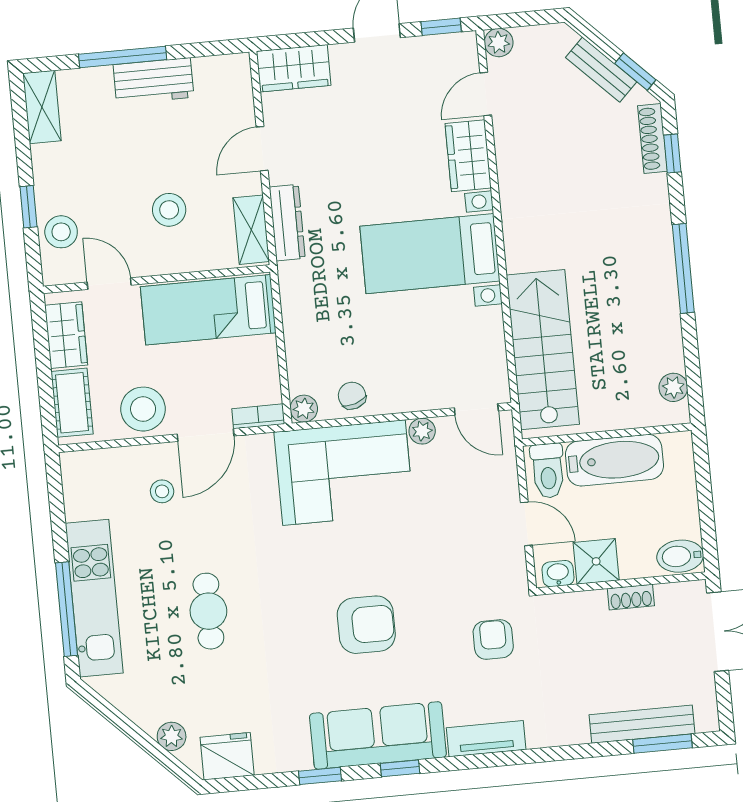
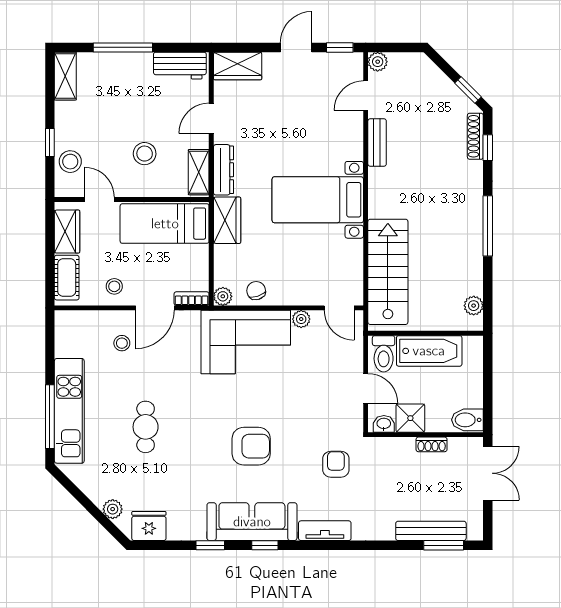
bench: (601, 70) -> (377, 142), moved, turned 45
workbench: (154, 81) -> (180, 66), moved
wardrobe: (468, 156) -> (227, 220), moved, turned 180
stool: (143, 409) -> (114, 286), width x0.53, depth x0.53

